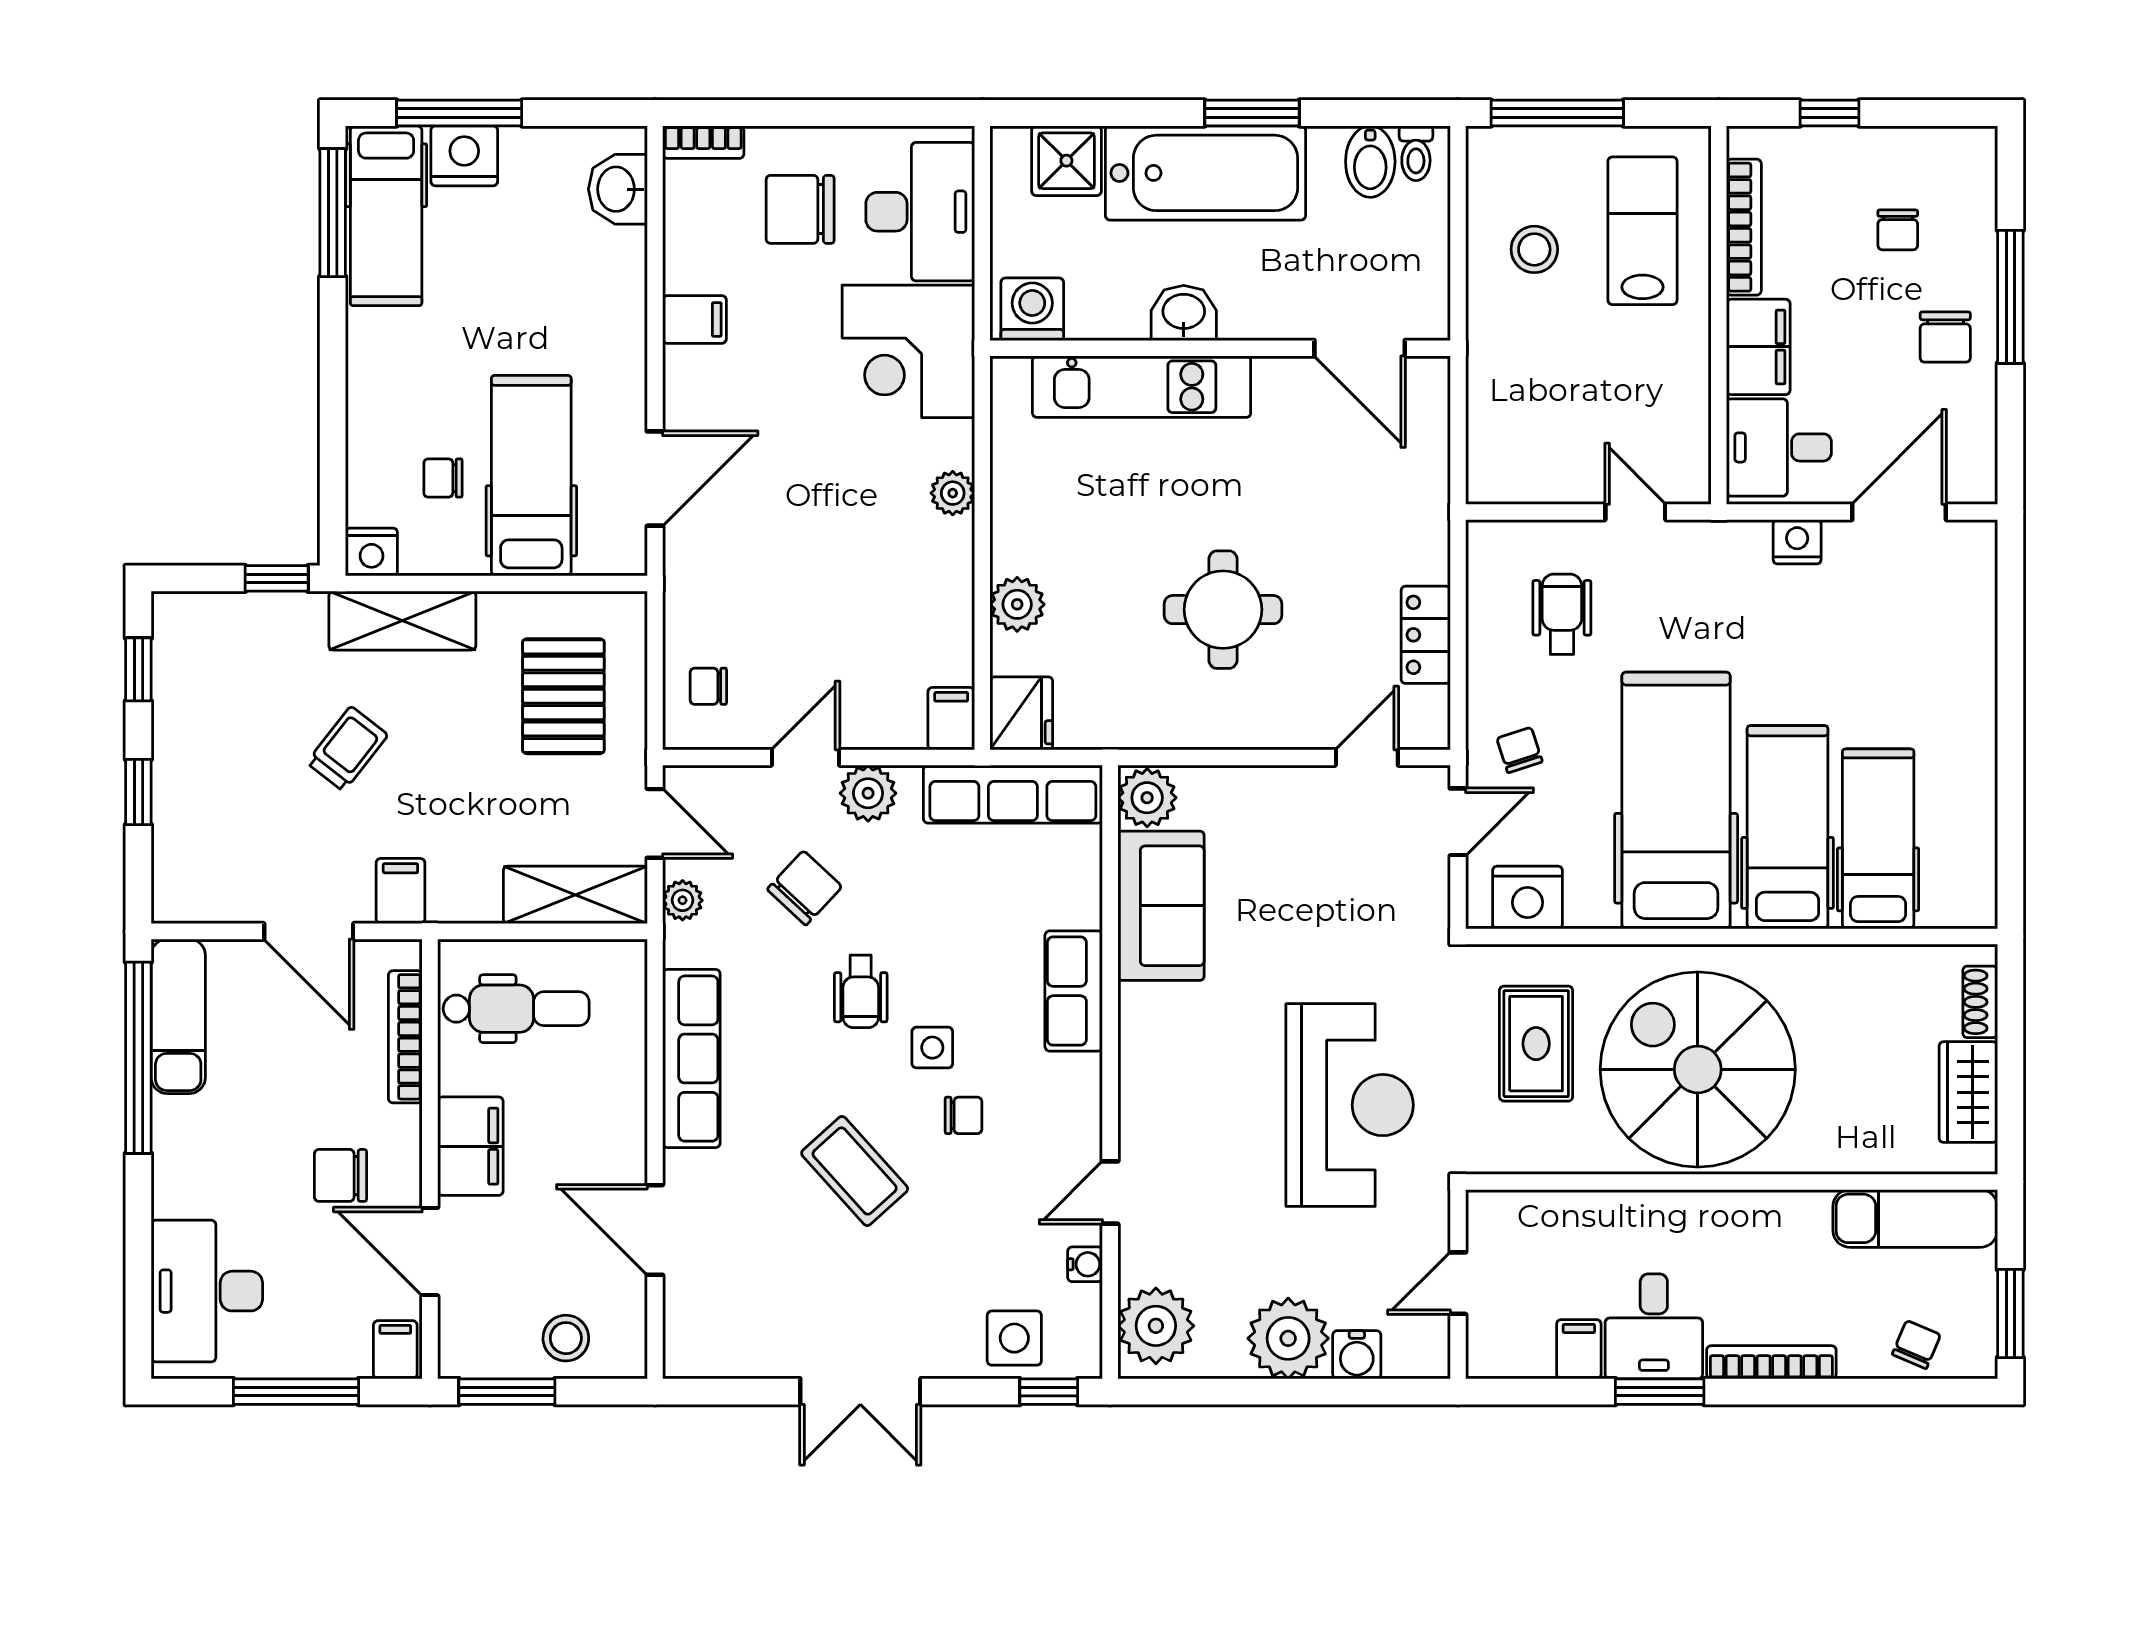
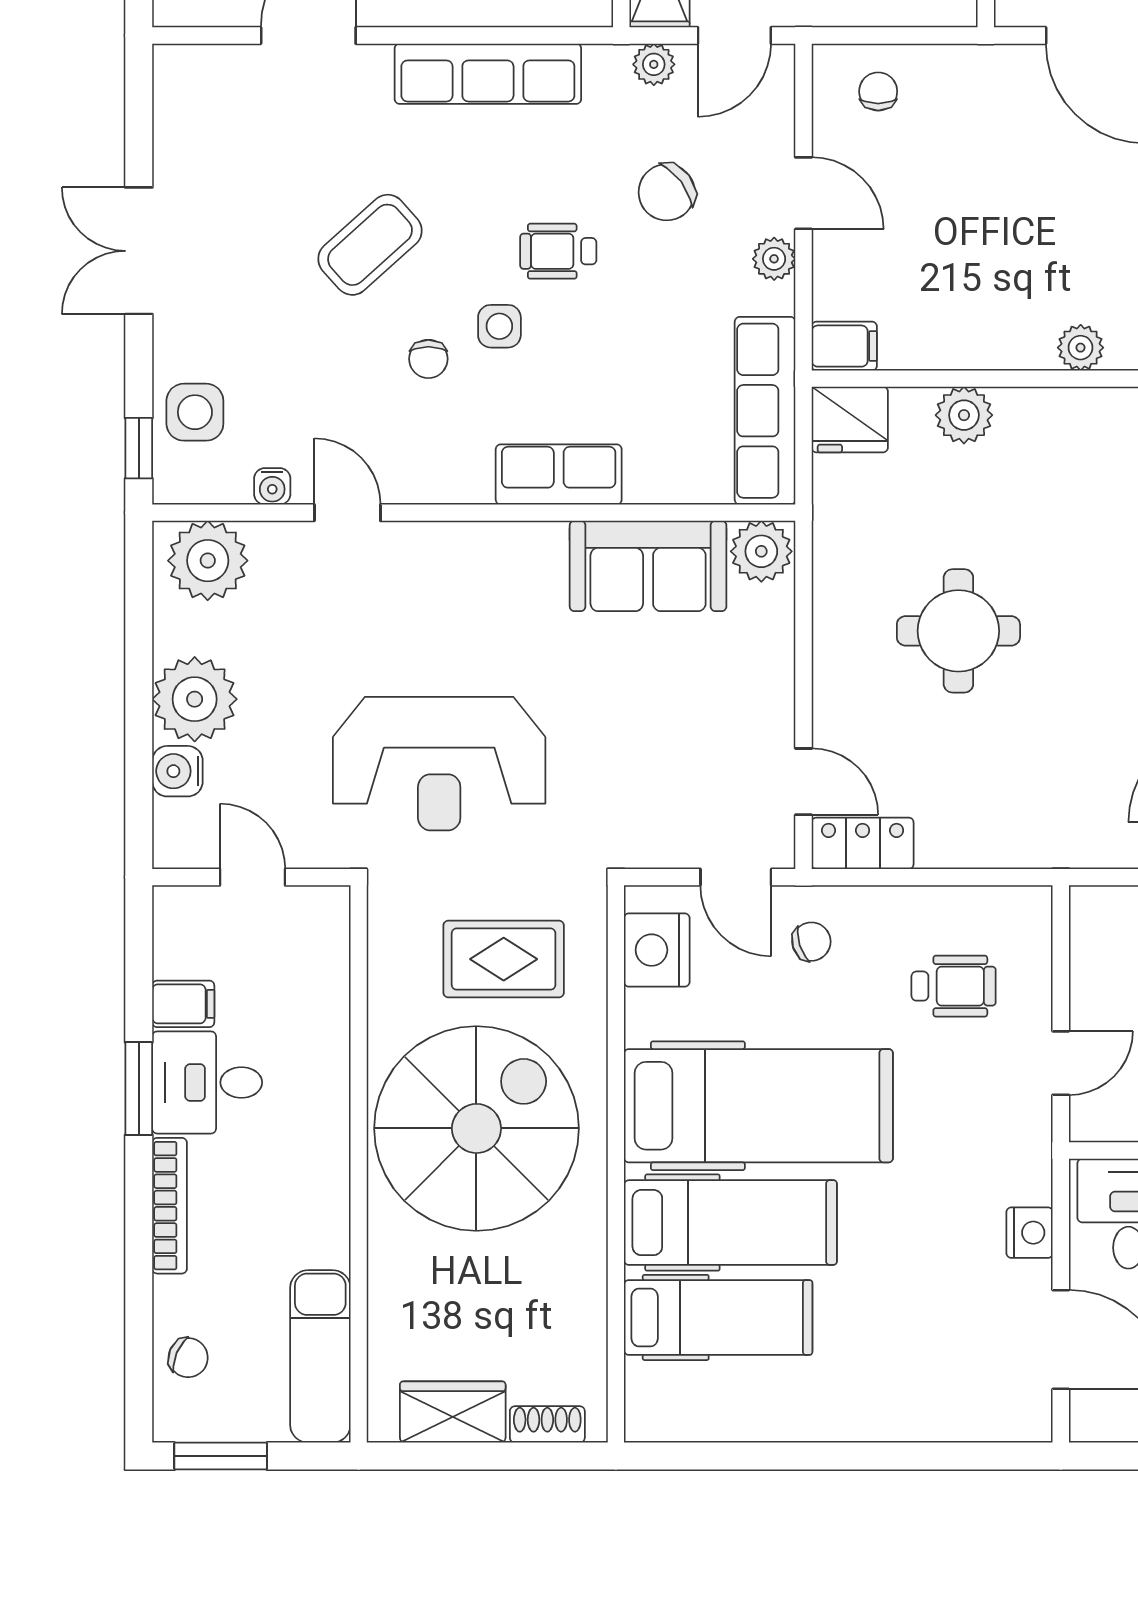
locker: (1426, 635) -> (863, 843), moved
plant: (868, 793) -> (774, 259), width x0.73, depth x0.73
chair: (805, 888) -> (667, 192), turned 100

